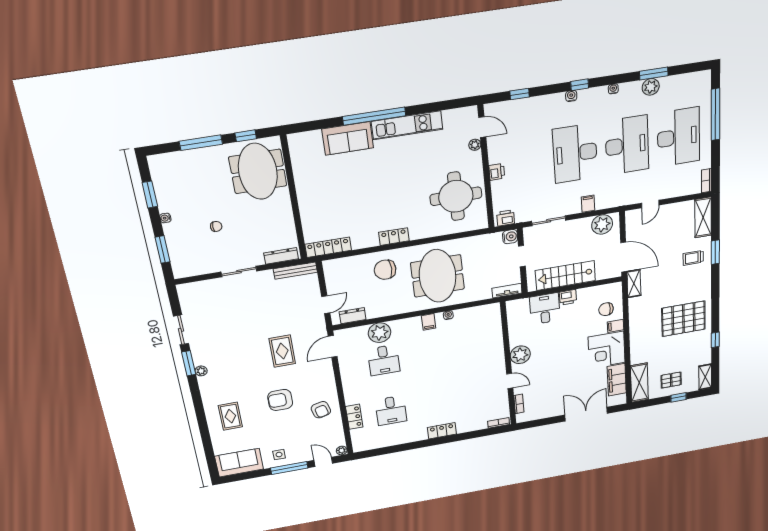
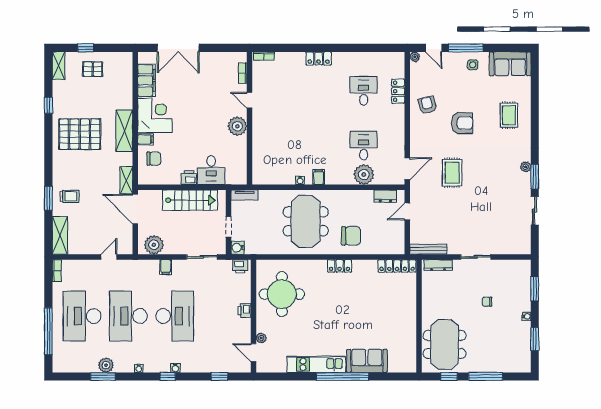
shelving: (639, 383) -> (124, 131), moved

